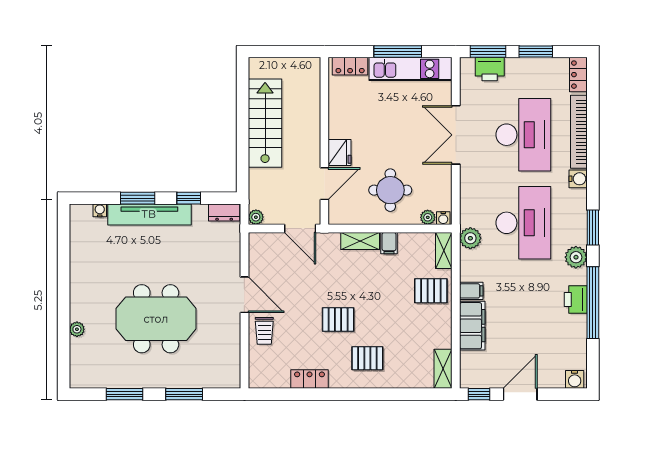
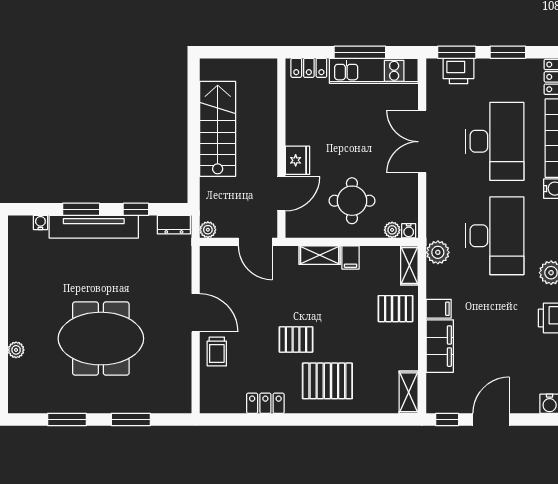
pallet: (367, 358) -> (327, 381), width x1.50, depth x1.42

